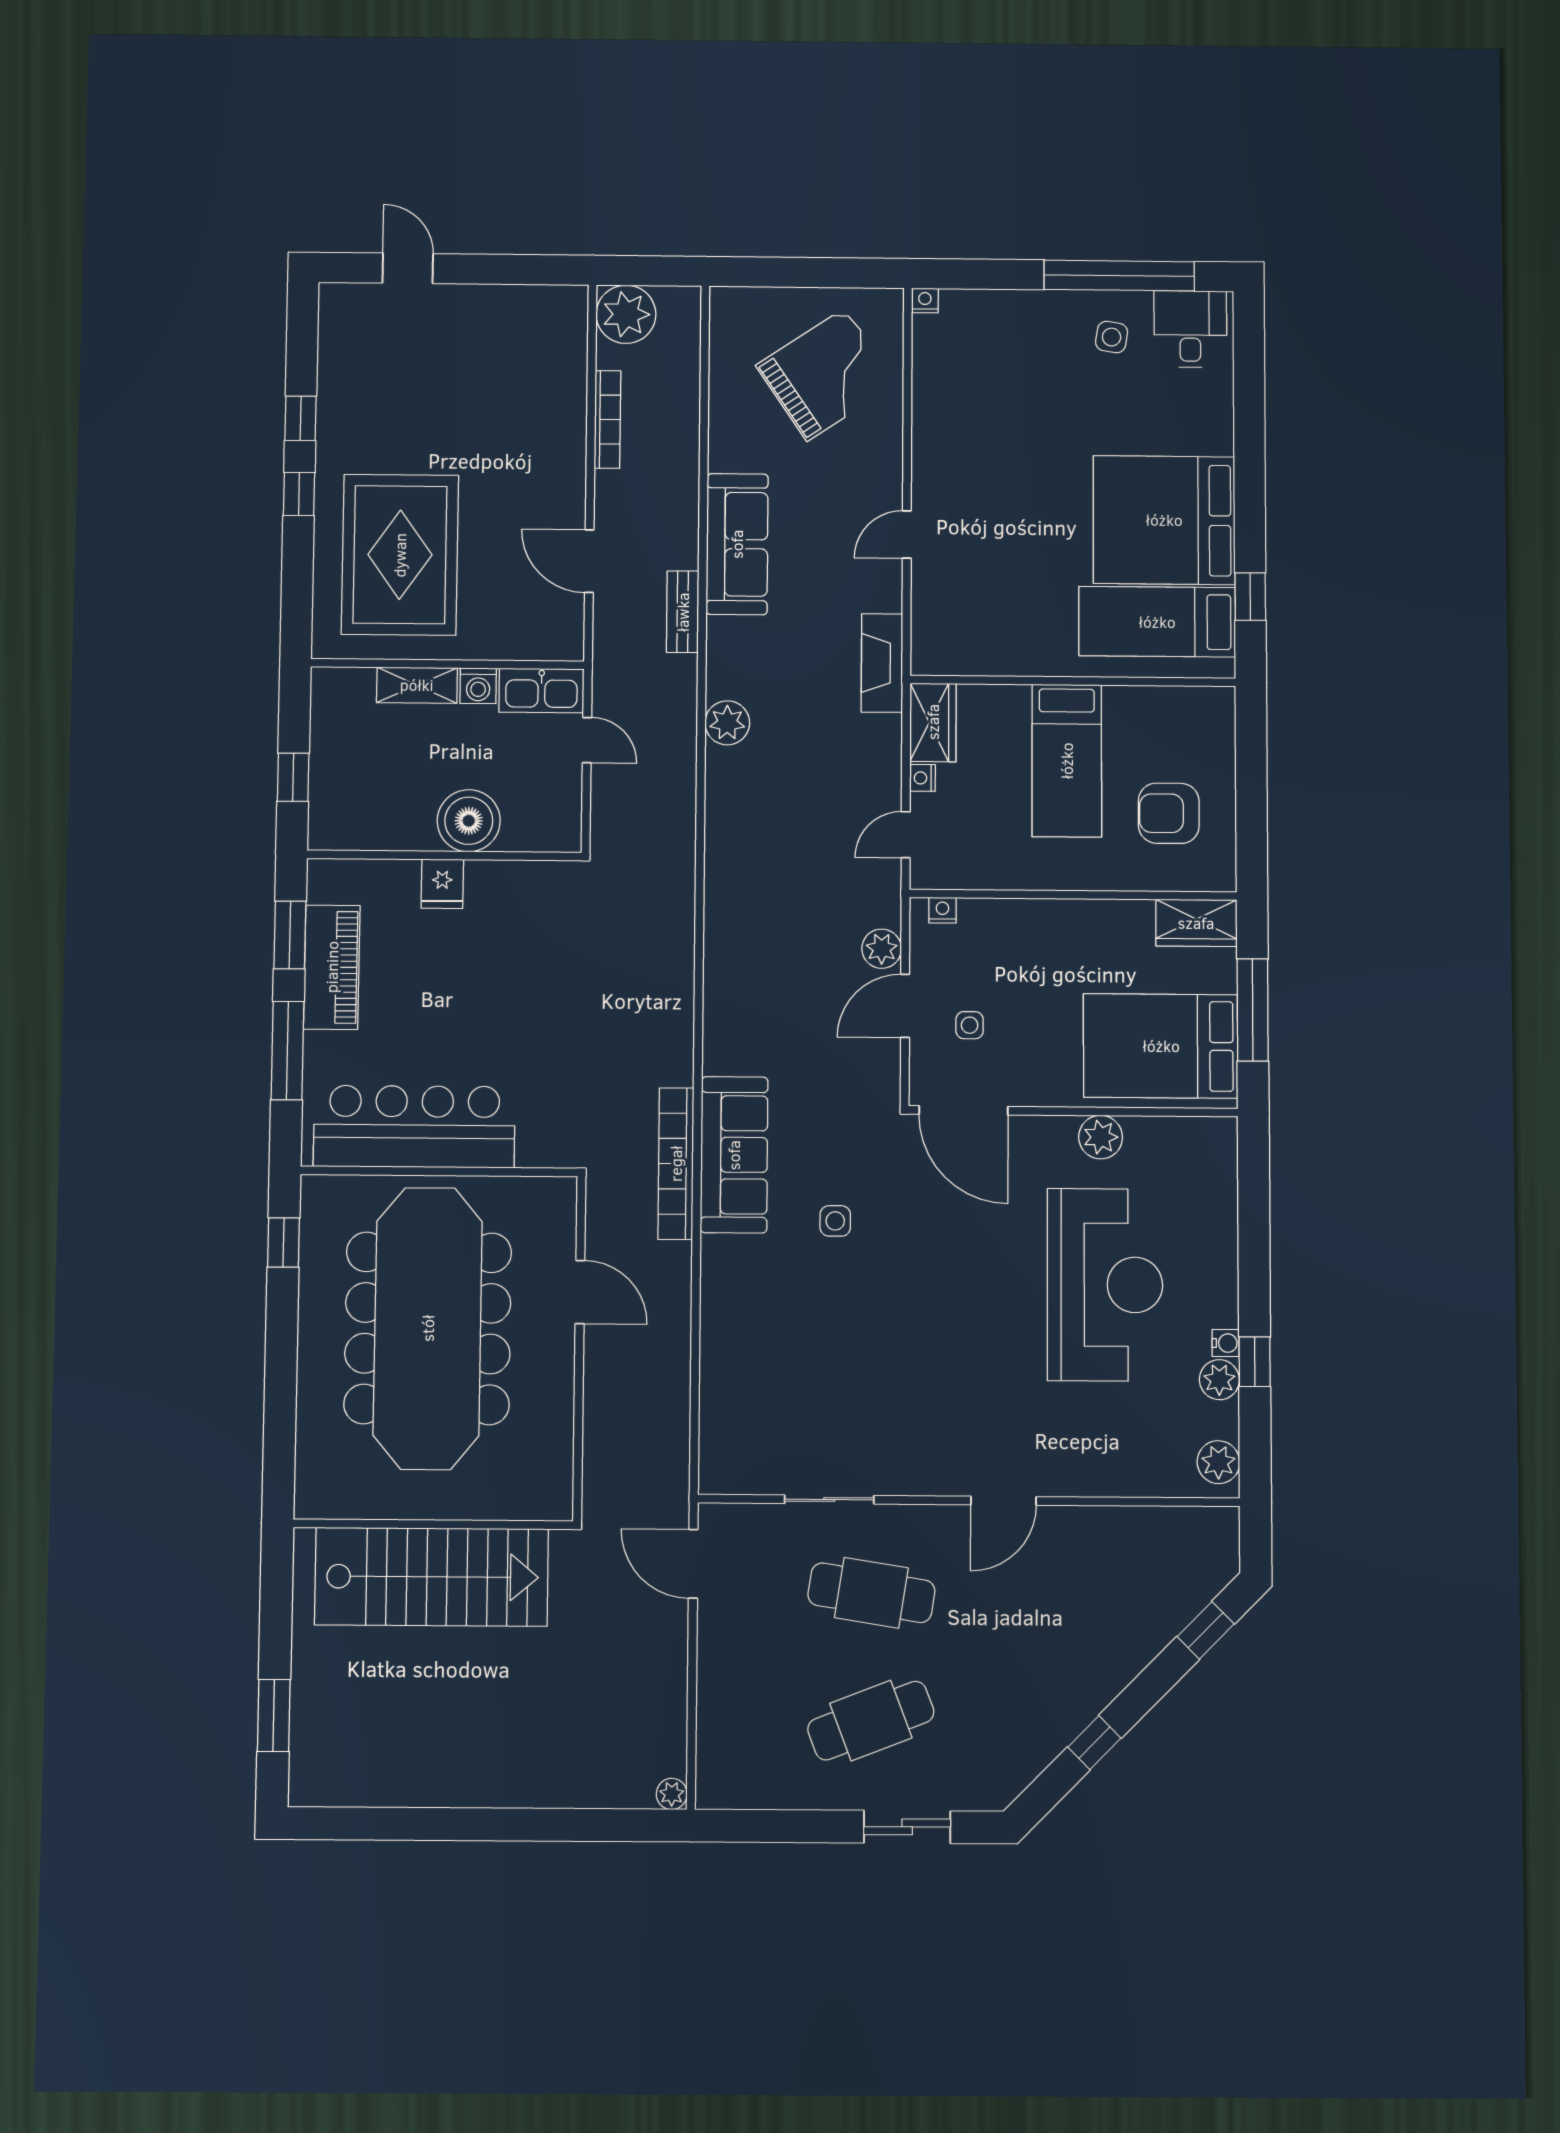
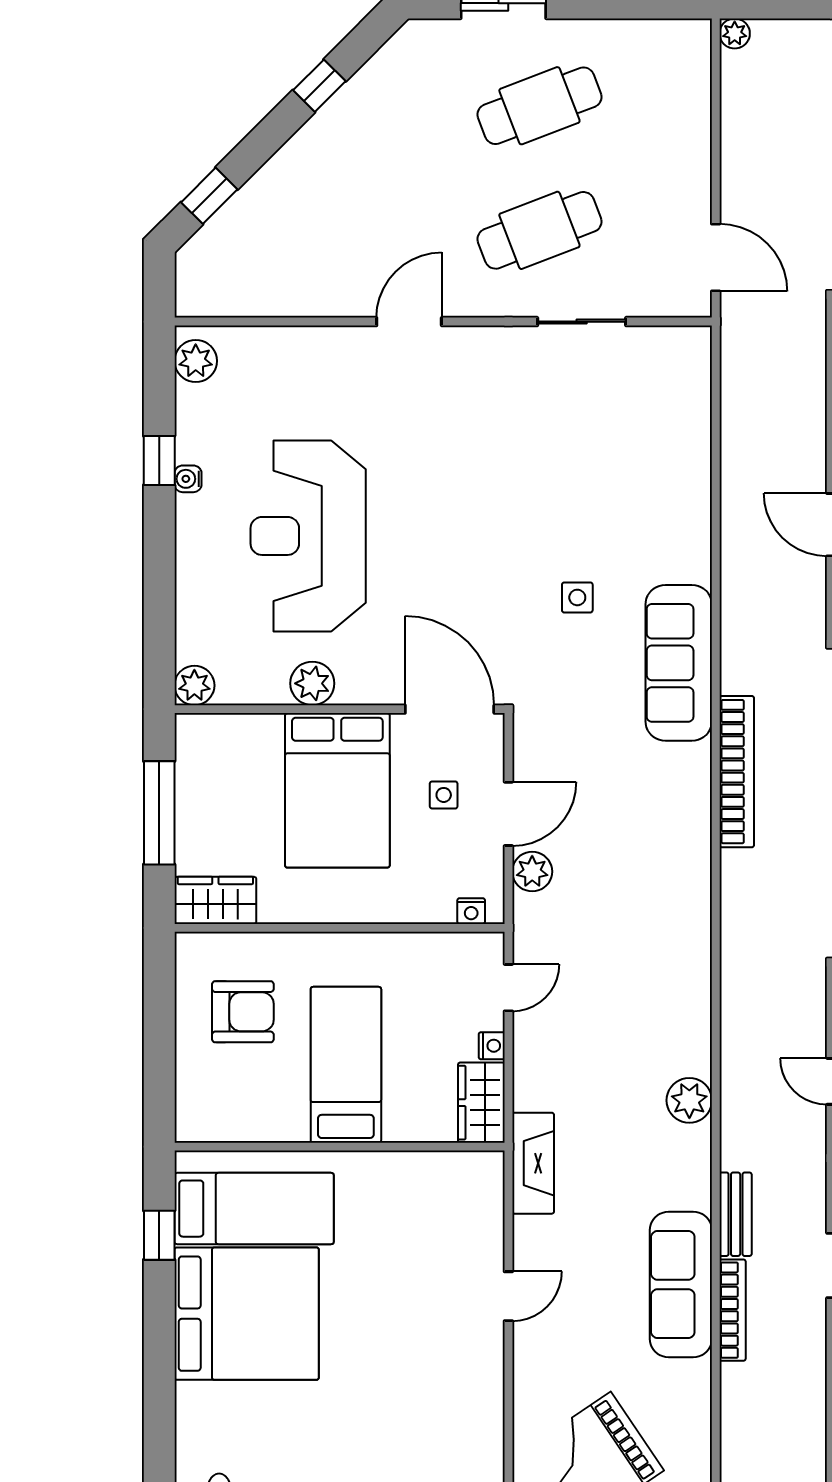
bookcase: (608, 419) -> (733, 1310), moved, turned 180
bed: (1161, 1046) -> (337, 790), moved, turned 90
bookcase: (676, 1164) -> (737, 772), moved
plant: (1219, 1380) -> (194, 685), moved
cafe table: (871, 1593) -> (539, 230), turned -30

